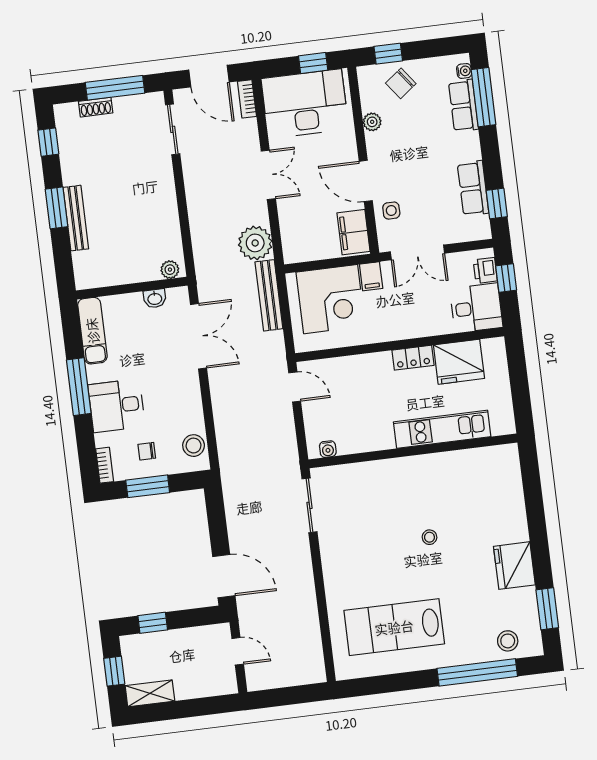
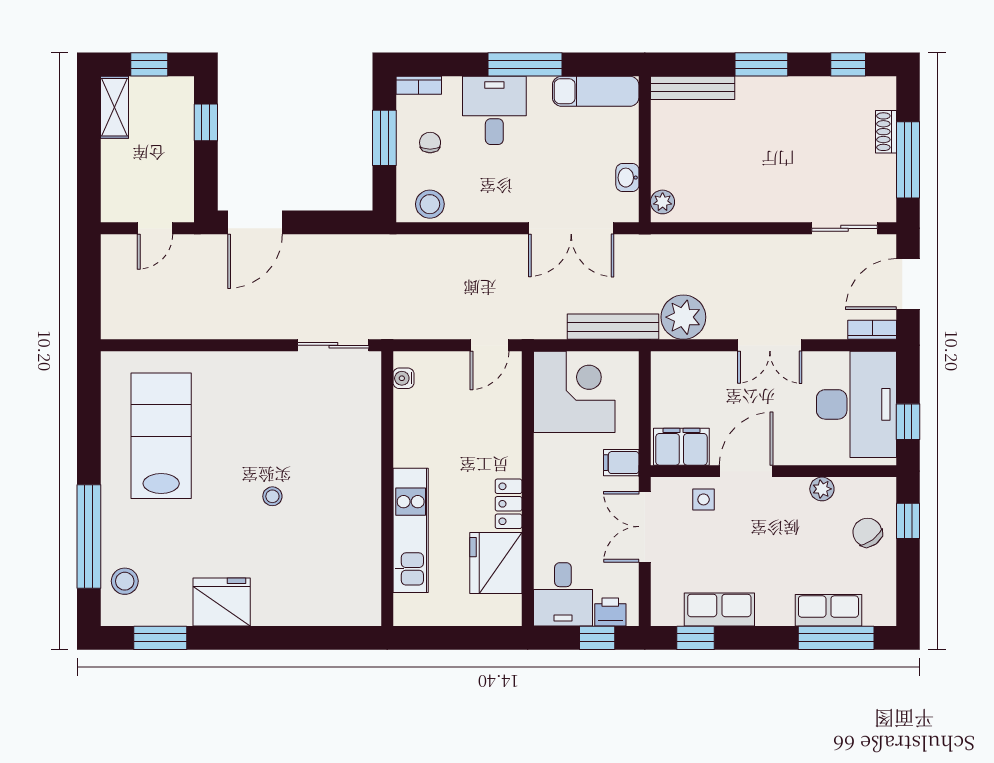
water cooler: (464, 71) -> (873, 617), removed
bench: (76, 218) -> (693, 88), moved
corner desk: (331, 299) -> (574, 392), moved, turned 180

